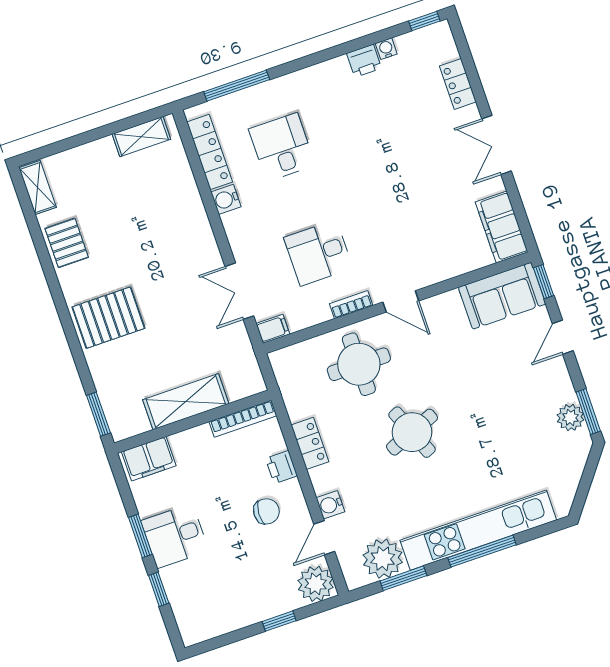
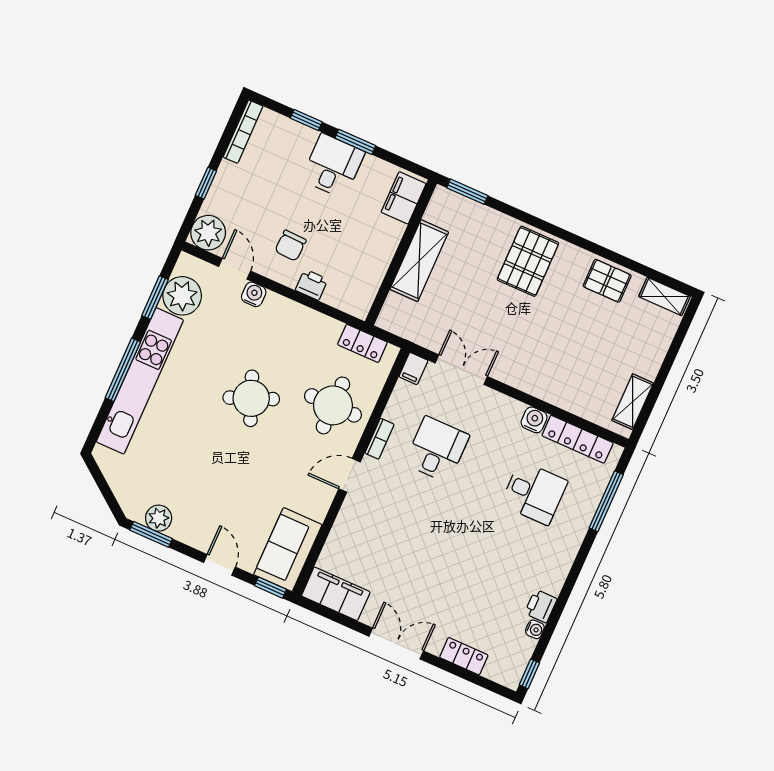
bookcase: (243, 419) -> (243, 132), moved, turned 180
locker: (310, 443) -> (362, 343), moved

